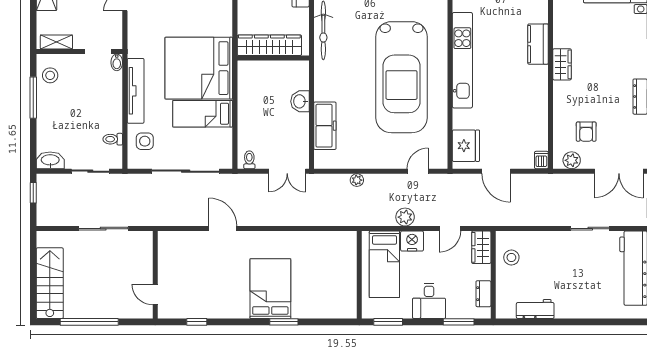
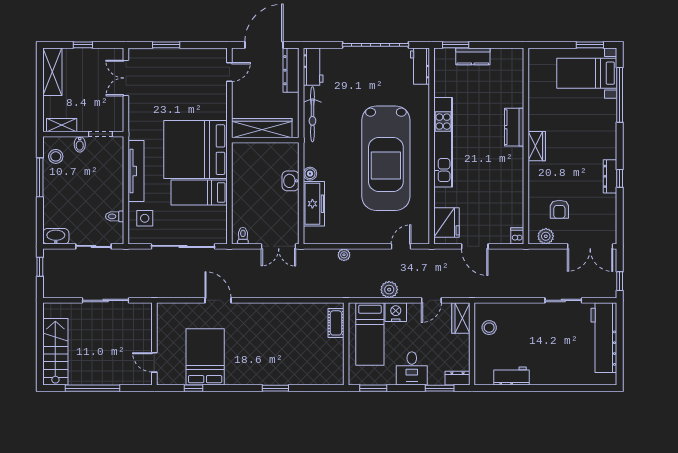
bidet: (117, 62) -> (80, 144), moved
boiler: (321, 94) -> (310, 174), added
cot: (348, 253) -> (336, 323), added
bed: (270, 289) -> (205, 357), moved
dresser: (483, 294) -> (457, 378), moved, turned 90

